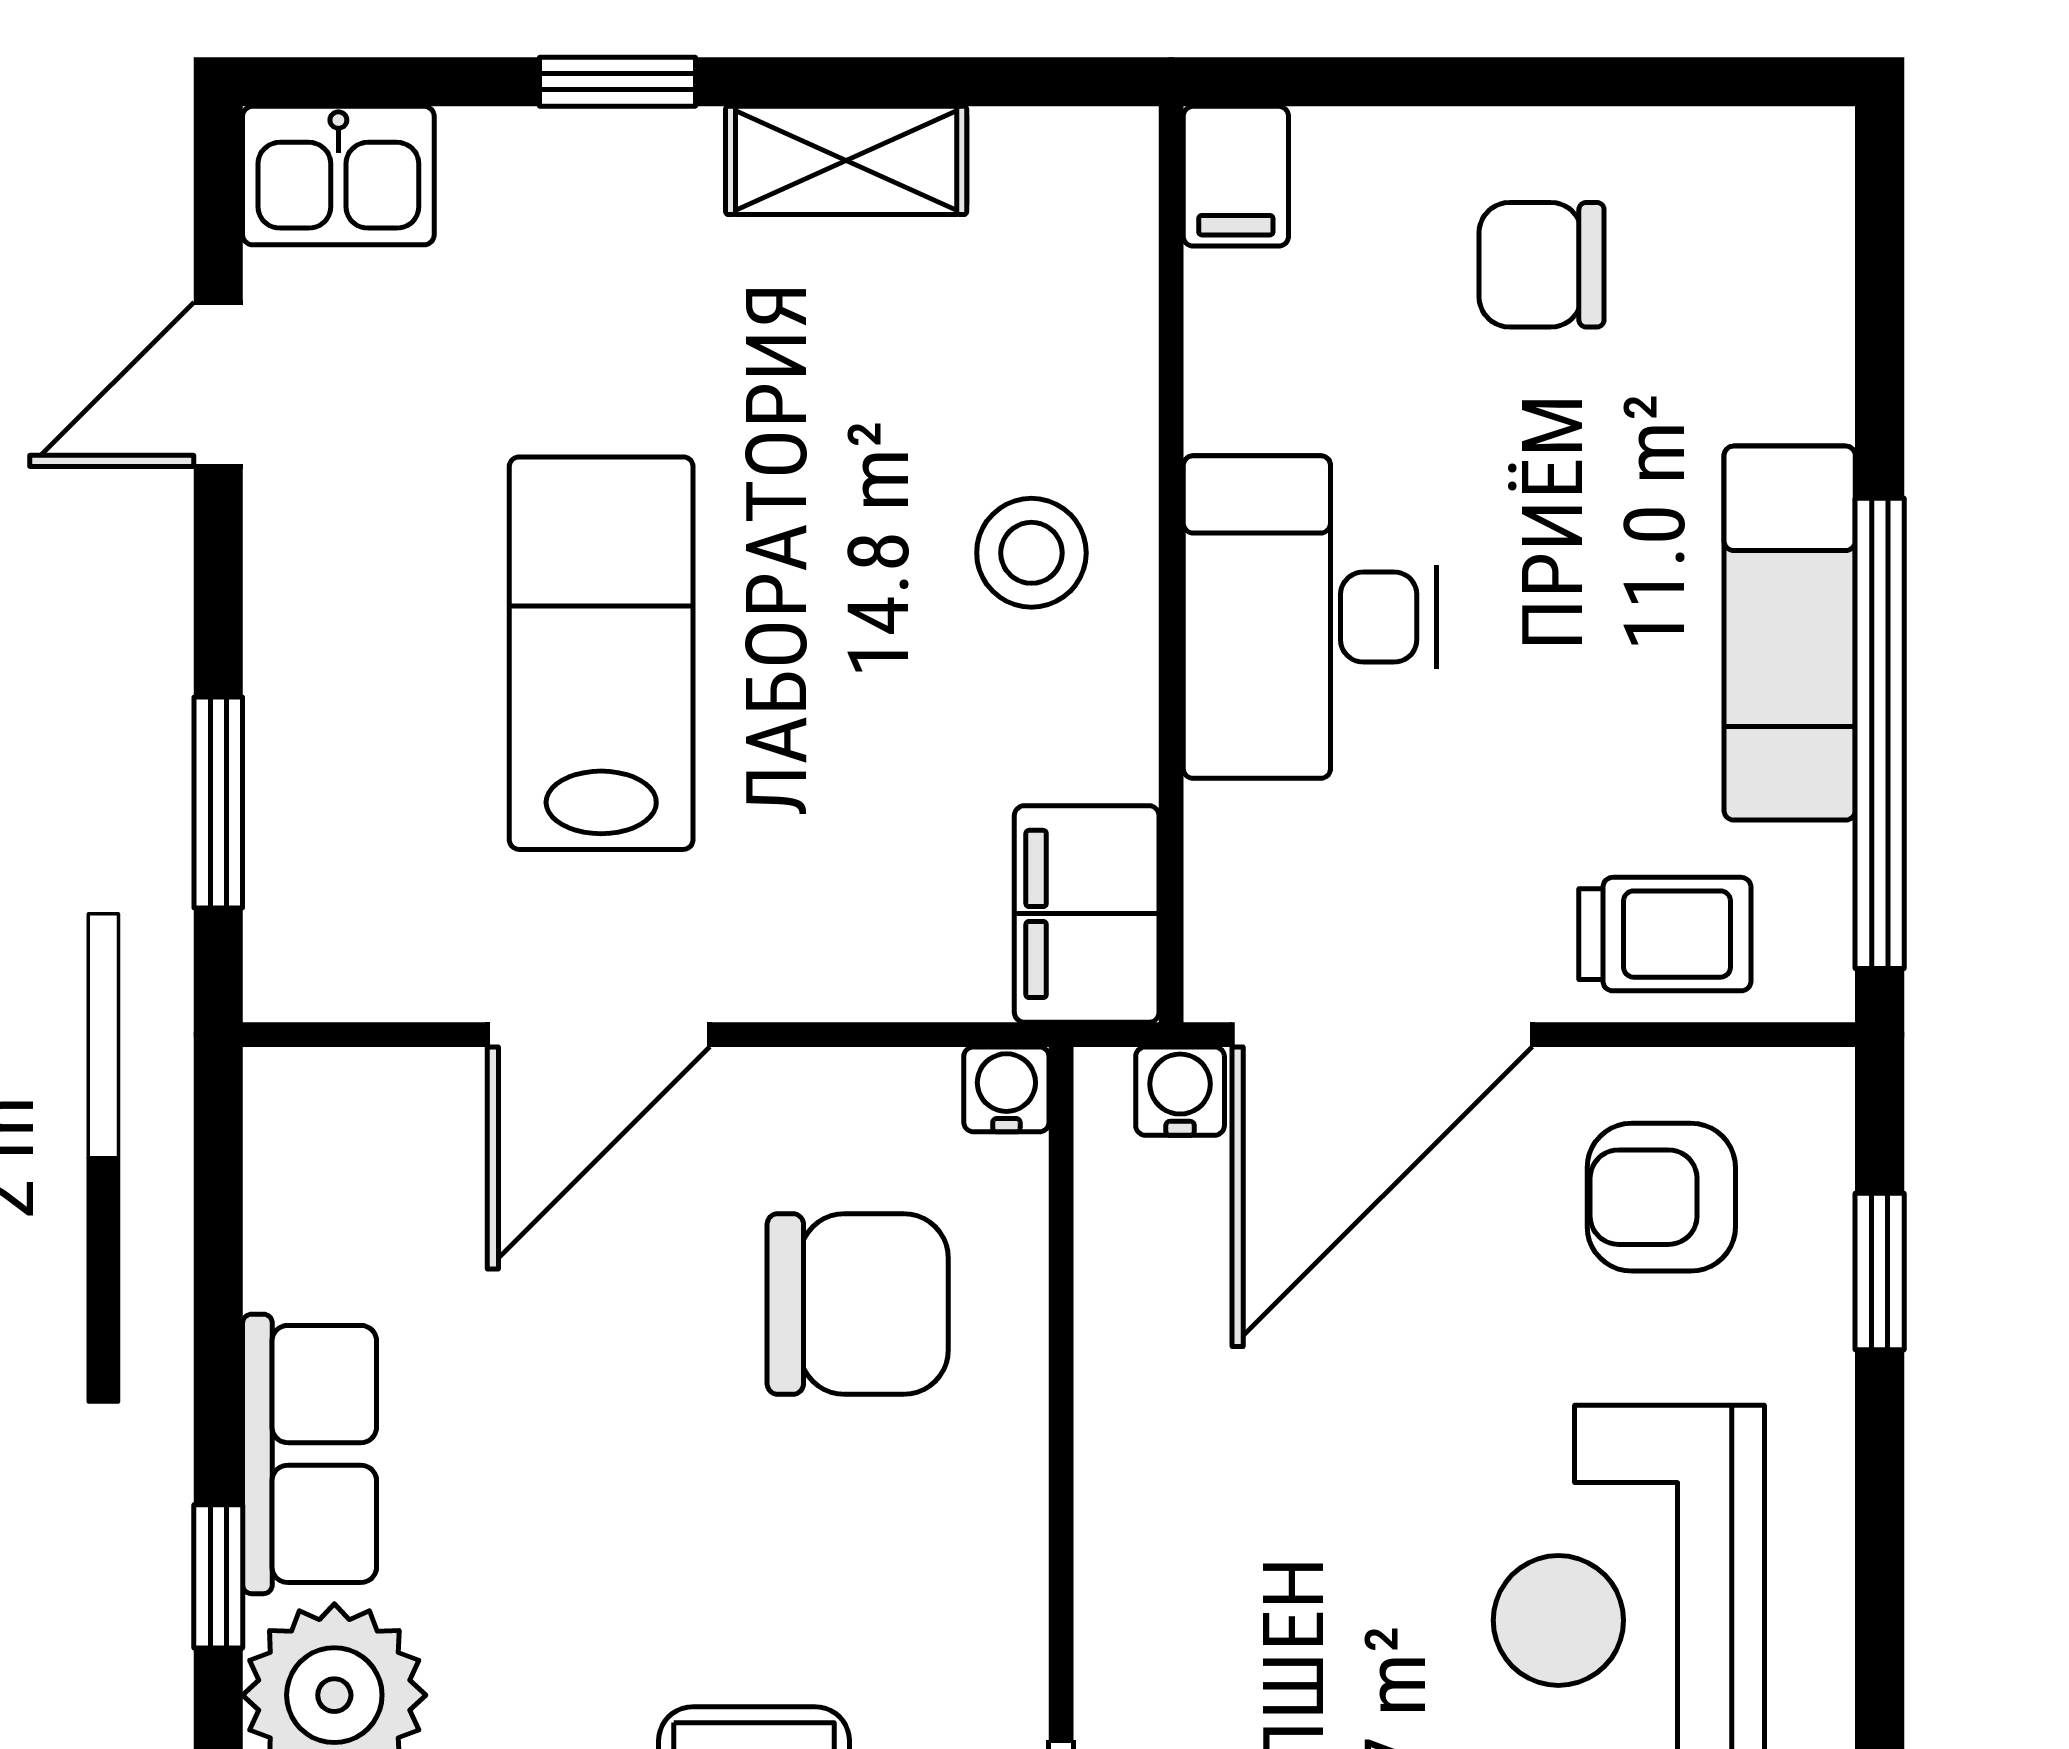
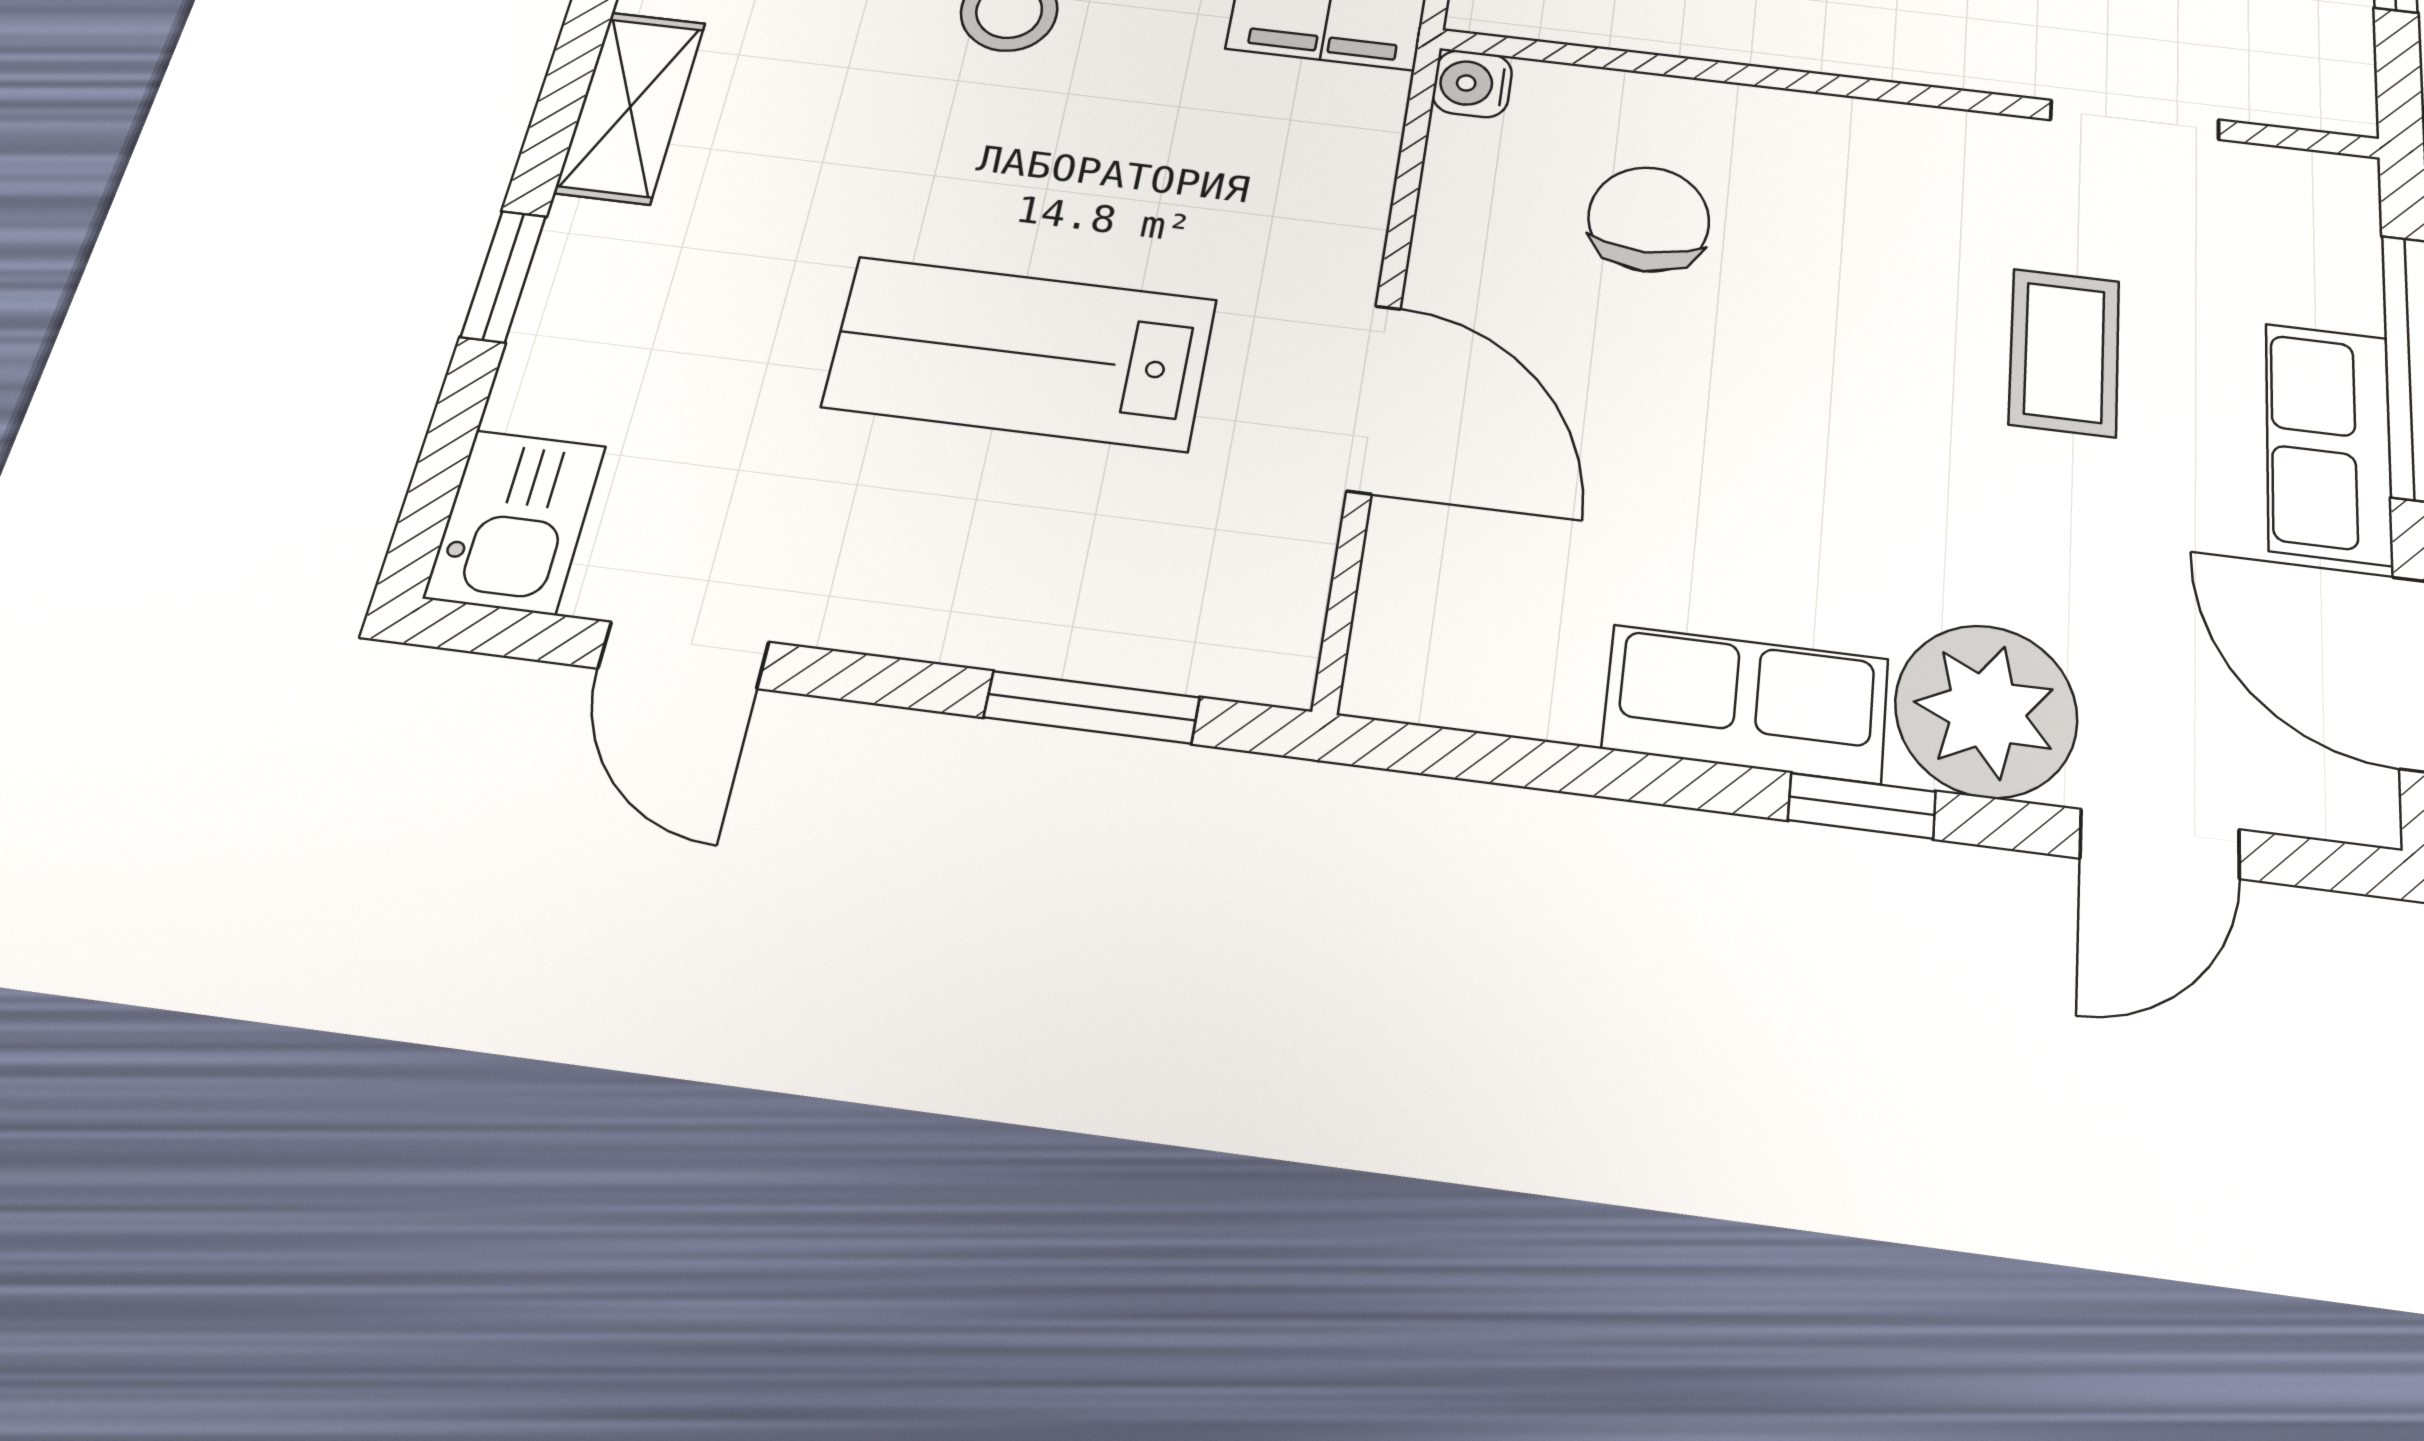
chair: (858, 1304) -> (1649, 219), width x0.73, depth x0.73

